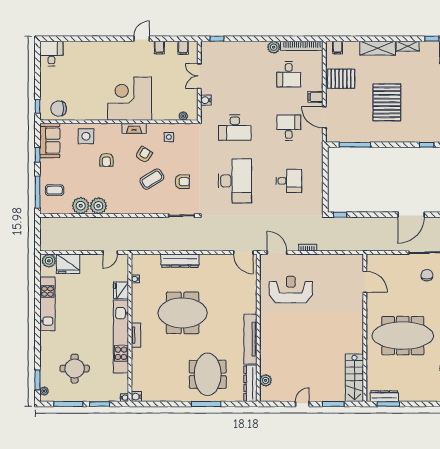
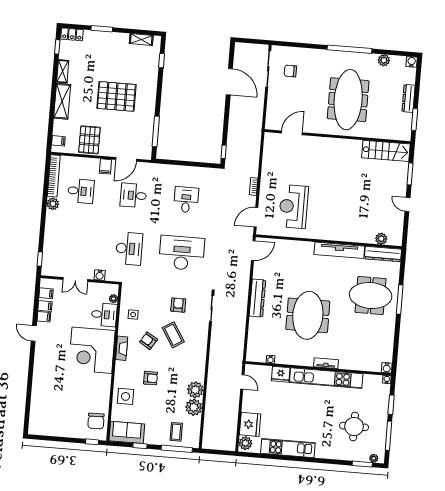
filing cabinet: (170, 48) -> (45, 306), added
desk: (51, 53) -> (104, 315), moved, turned 180
dresser: (180, 261) -> (257, 298), moved
dresser: (384, 396) -> (408, 98), moved

